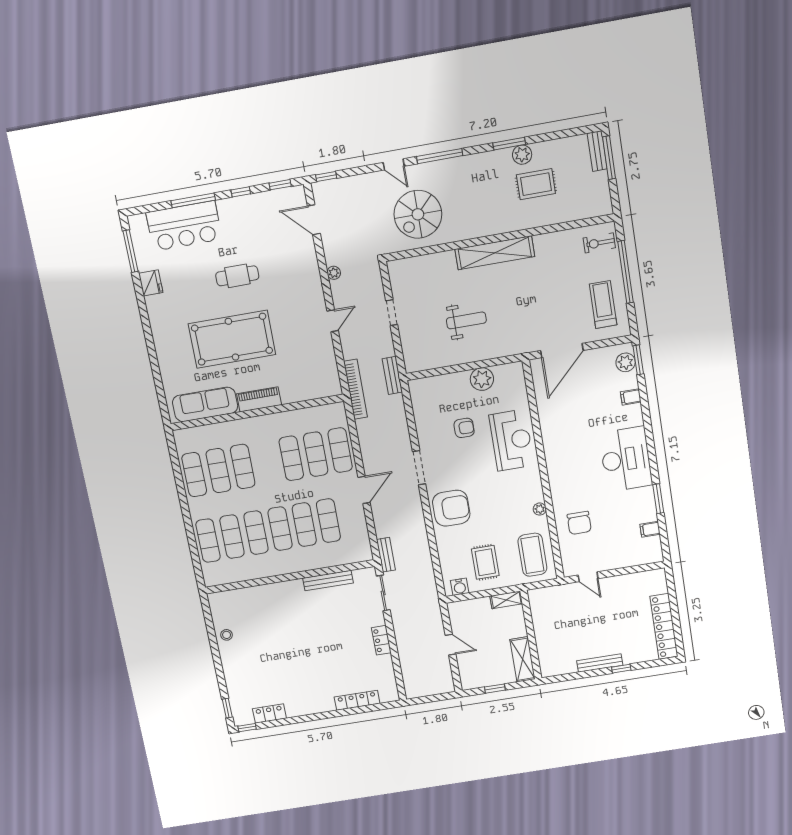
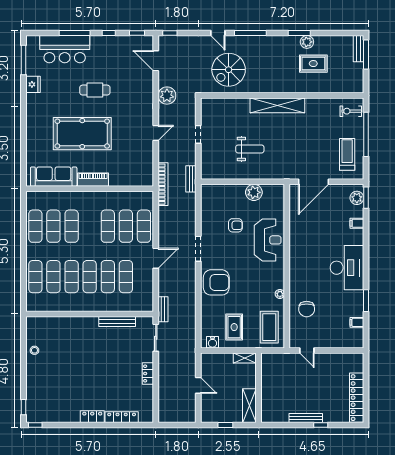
plant: (334, 273) -> (167, 96), width x1.88, depth x1.88
locker: (269, 713) -> (92, 417), moved

